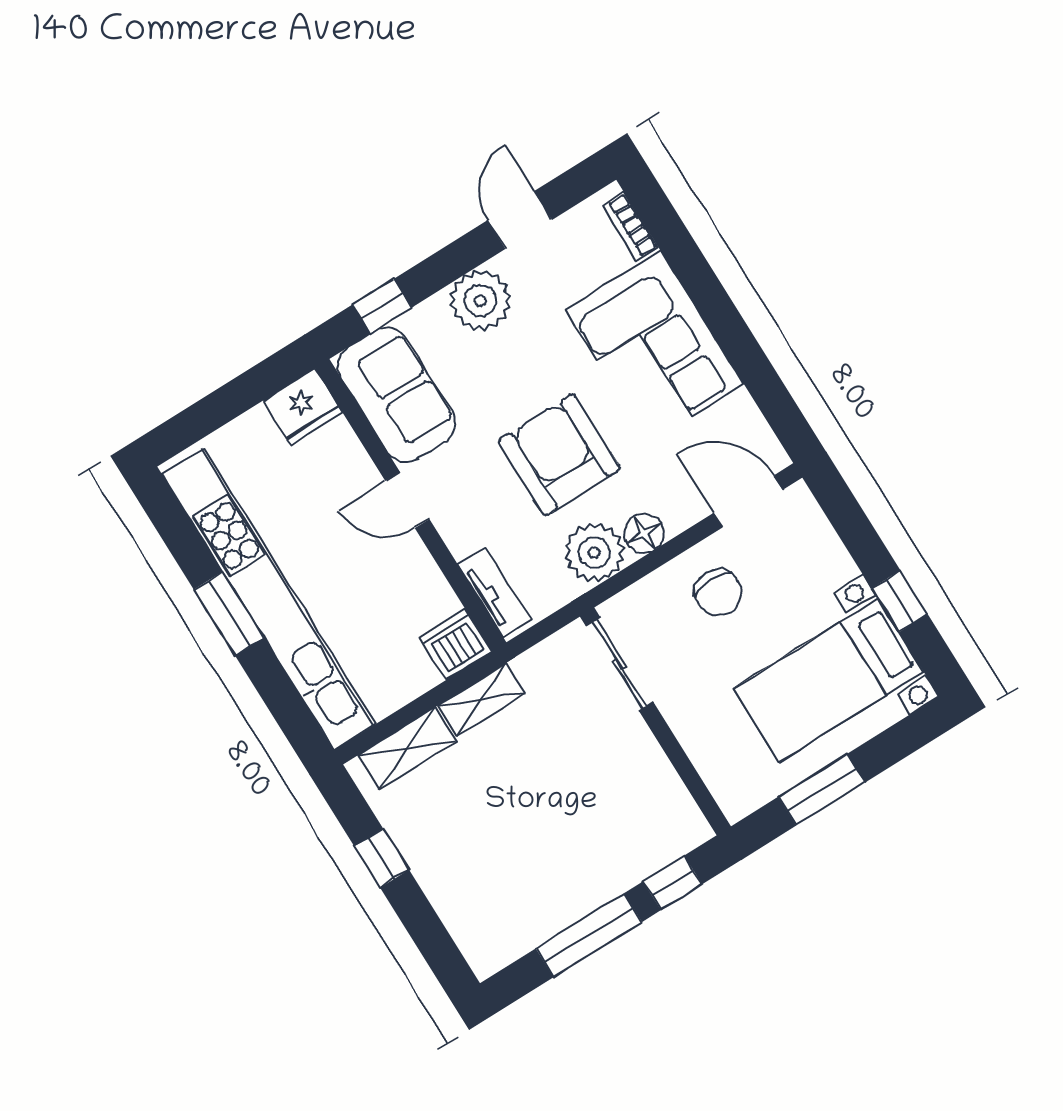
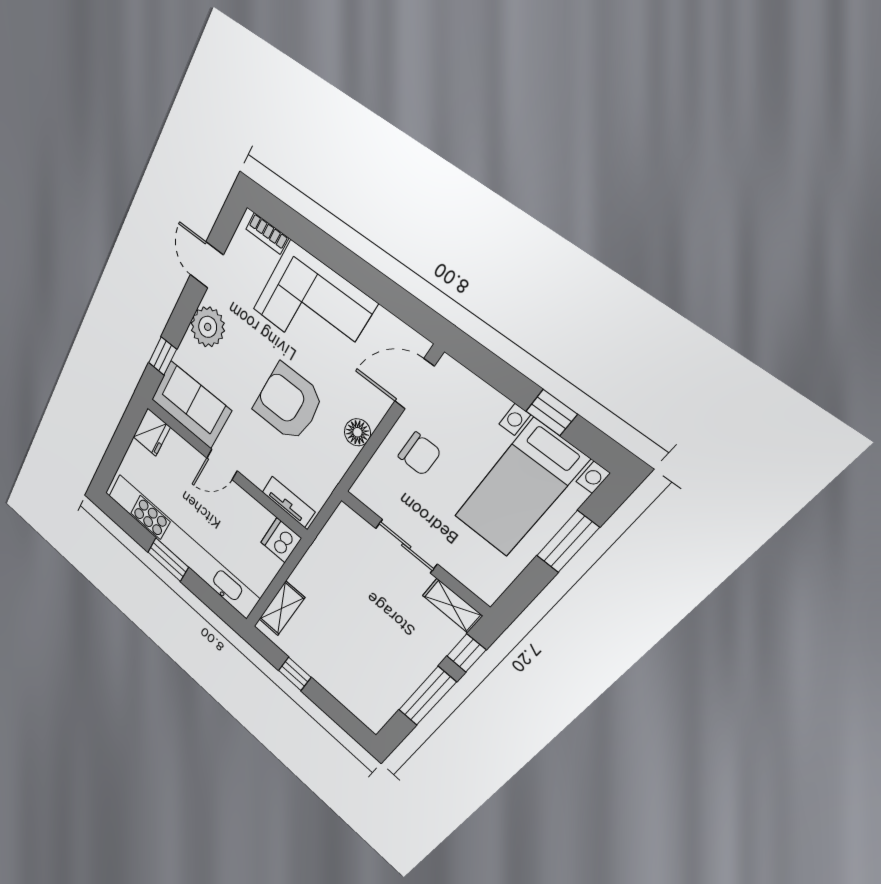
plant: (594, 553) -> (333, 456), removed
sliding door: (620, 664) -> (406, 546), moved
shelving: (482, 699) -> (452, 606), moved, turned 90
window: (822, 790) -> (568, 542), moved

